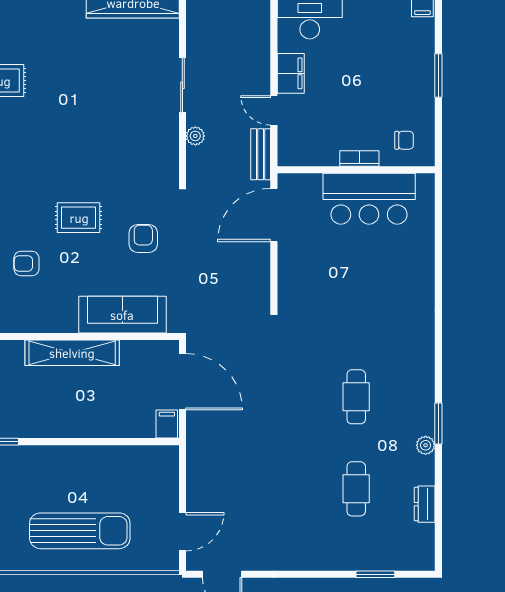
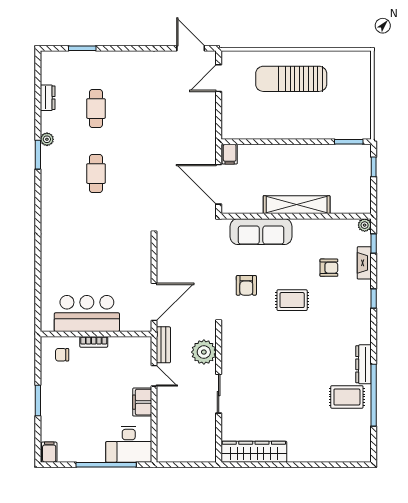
plant: (195, 136) -> (204, 352), width x1.87, depth x1.87

